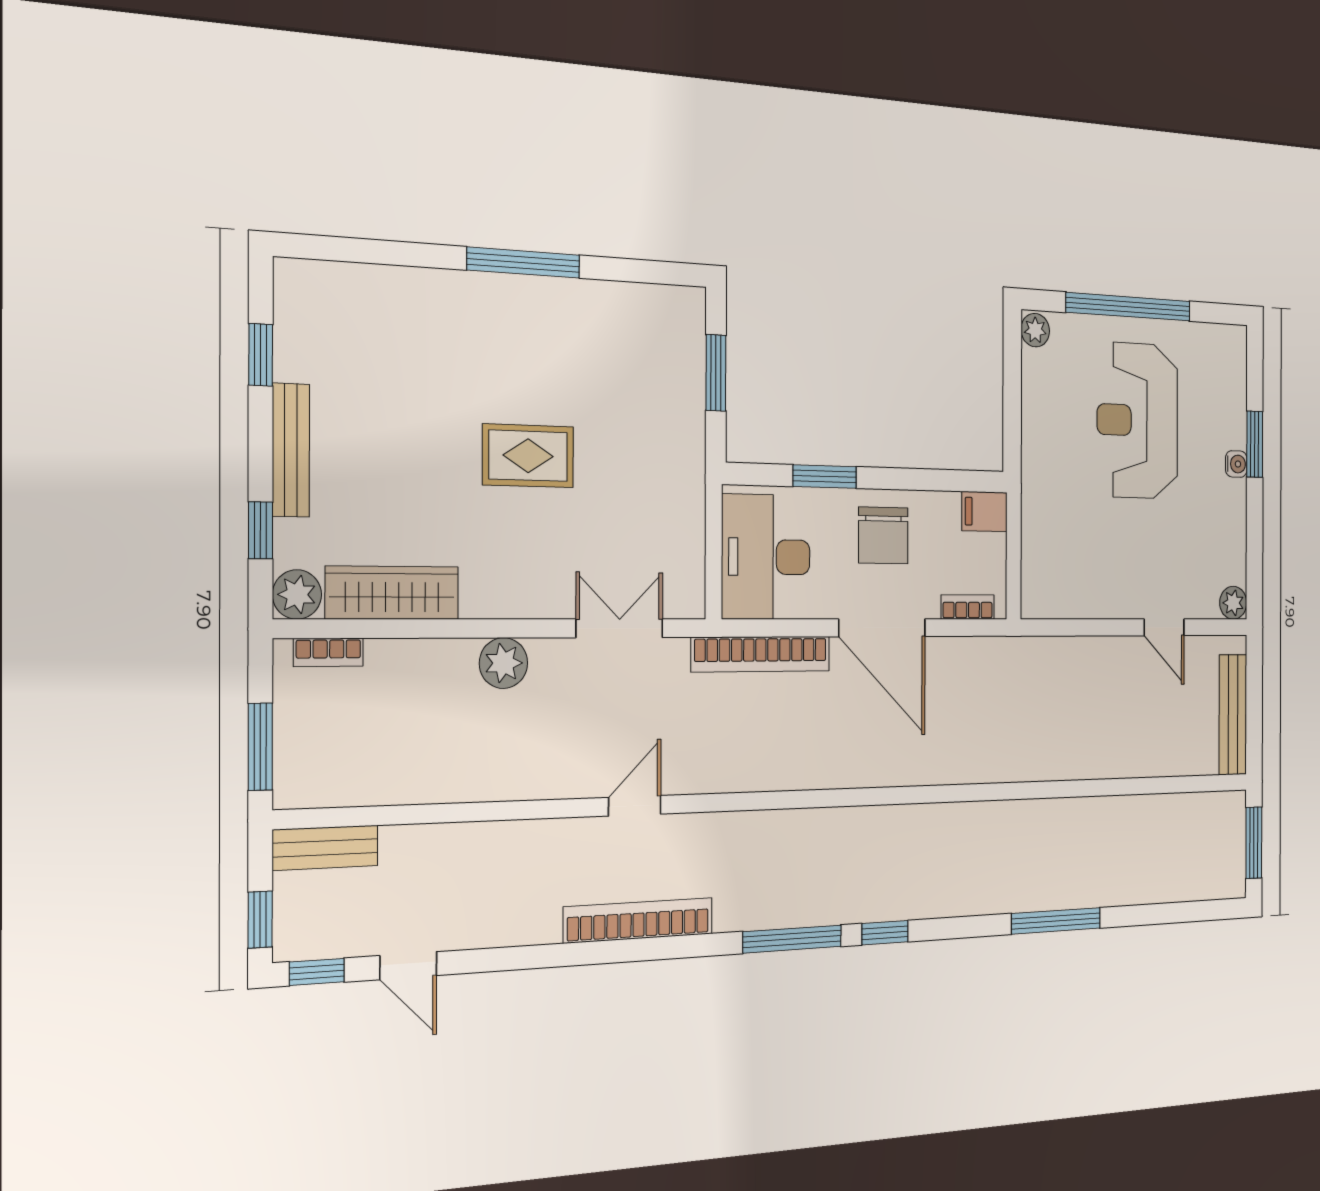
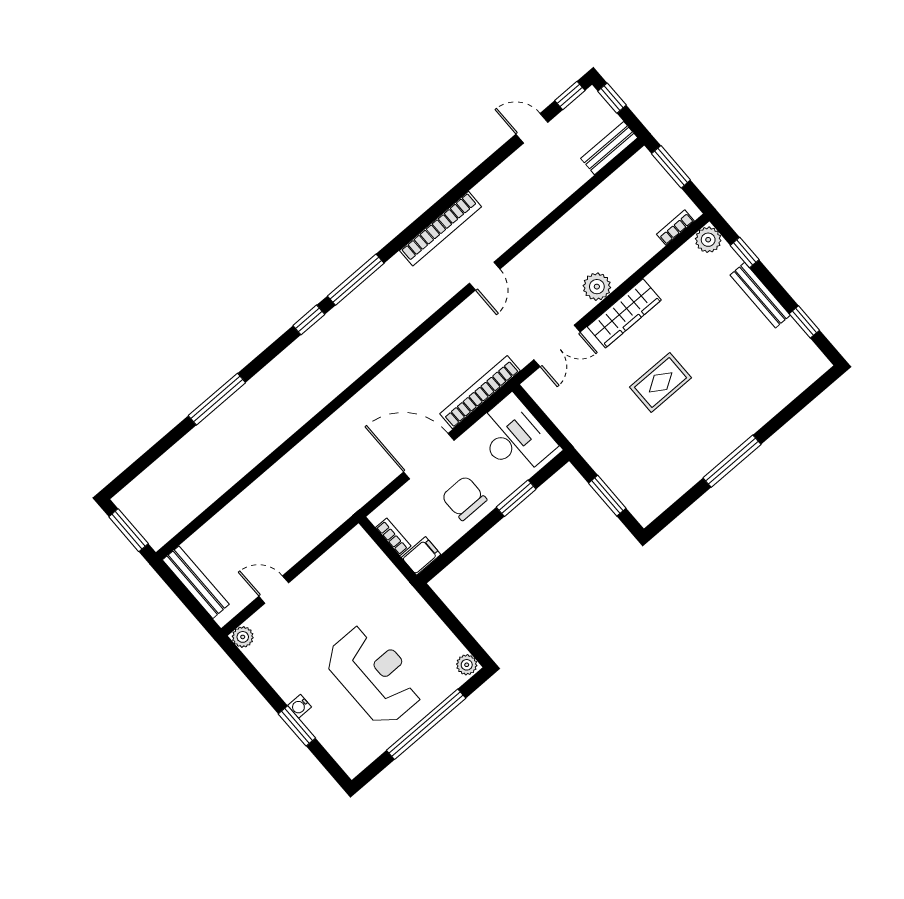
wardrobe: (392, 593) -> (624, 313), moved
bookcase: (968, 607) -> (393, 537), moved, turned -90

